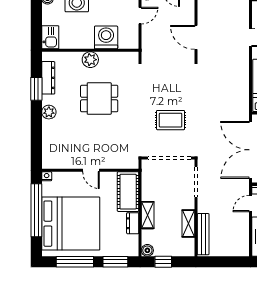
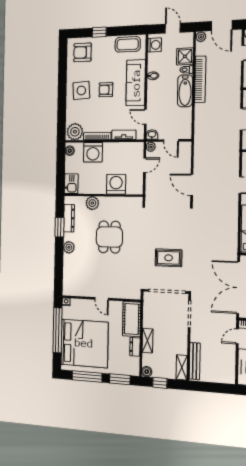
plant: (90, 60) -> (92, 203), moved
dining table: (99, 99) -> (109, 237), turned 90
shelving: (188, 223) -> (182, 367), moved

